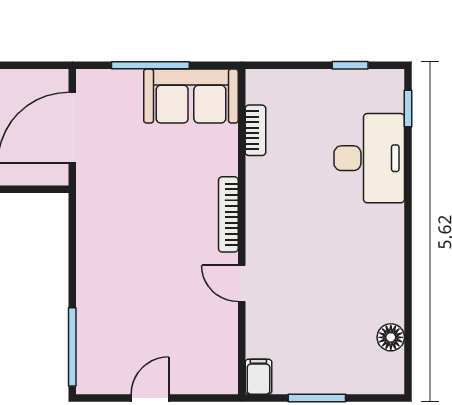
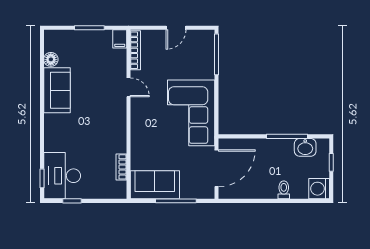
desk: (369, 158) -> (62, 176), moved
bookcase: (228, 214) -> (135, 50), moved
corner sofa: (121, 234) -> (191, 113), added
sofa: (379, 278) -> (57, 90), added

